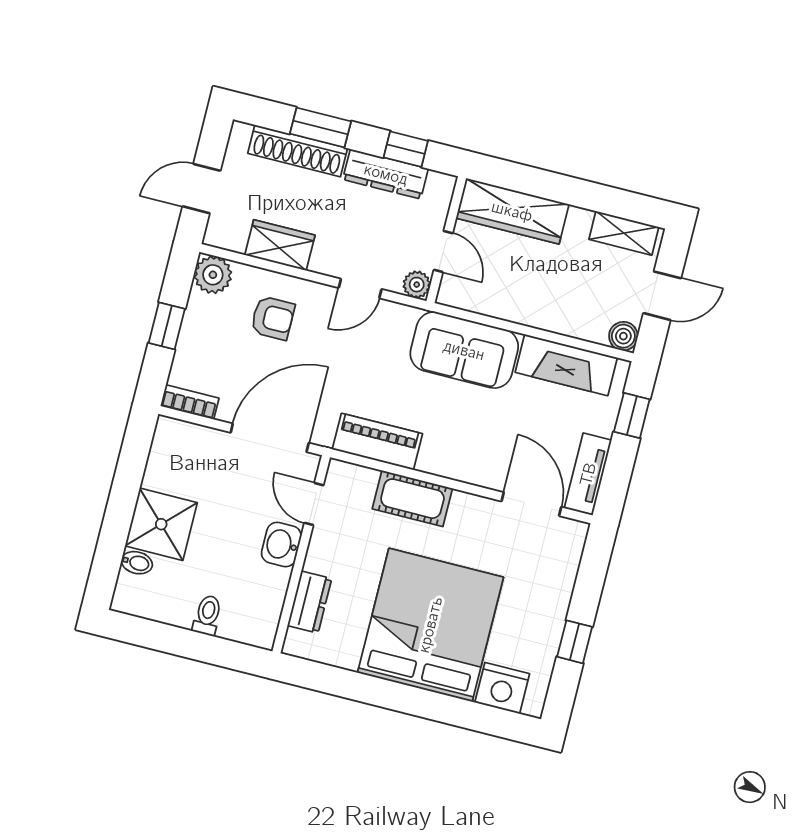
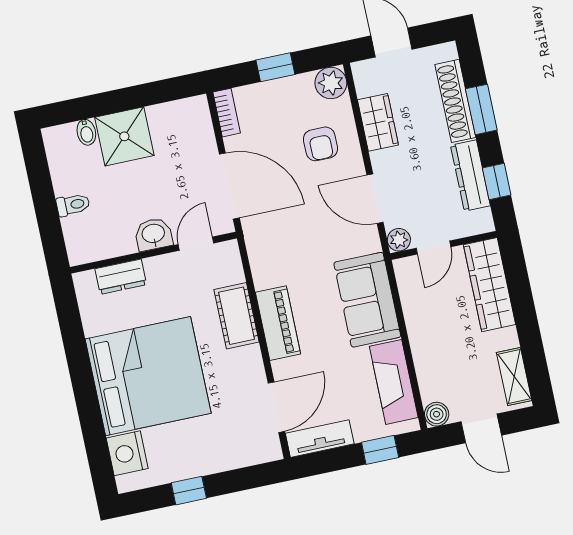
door: (360, 288) -> (375, 199), width x1.38
piano: (377, 442) -> (278, 323), moved

